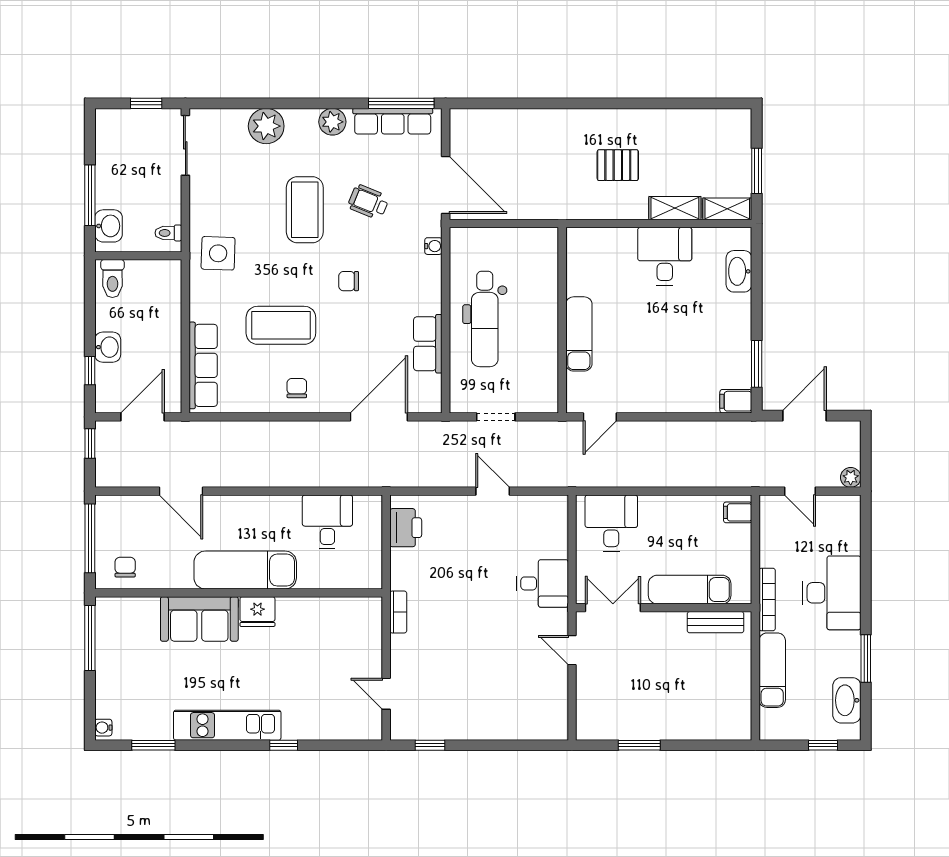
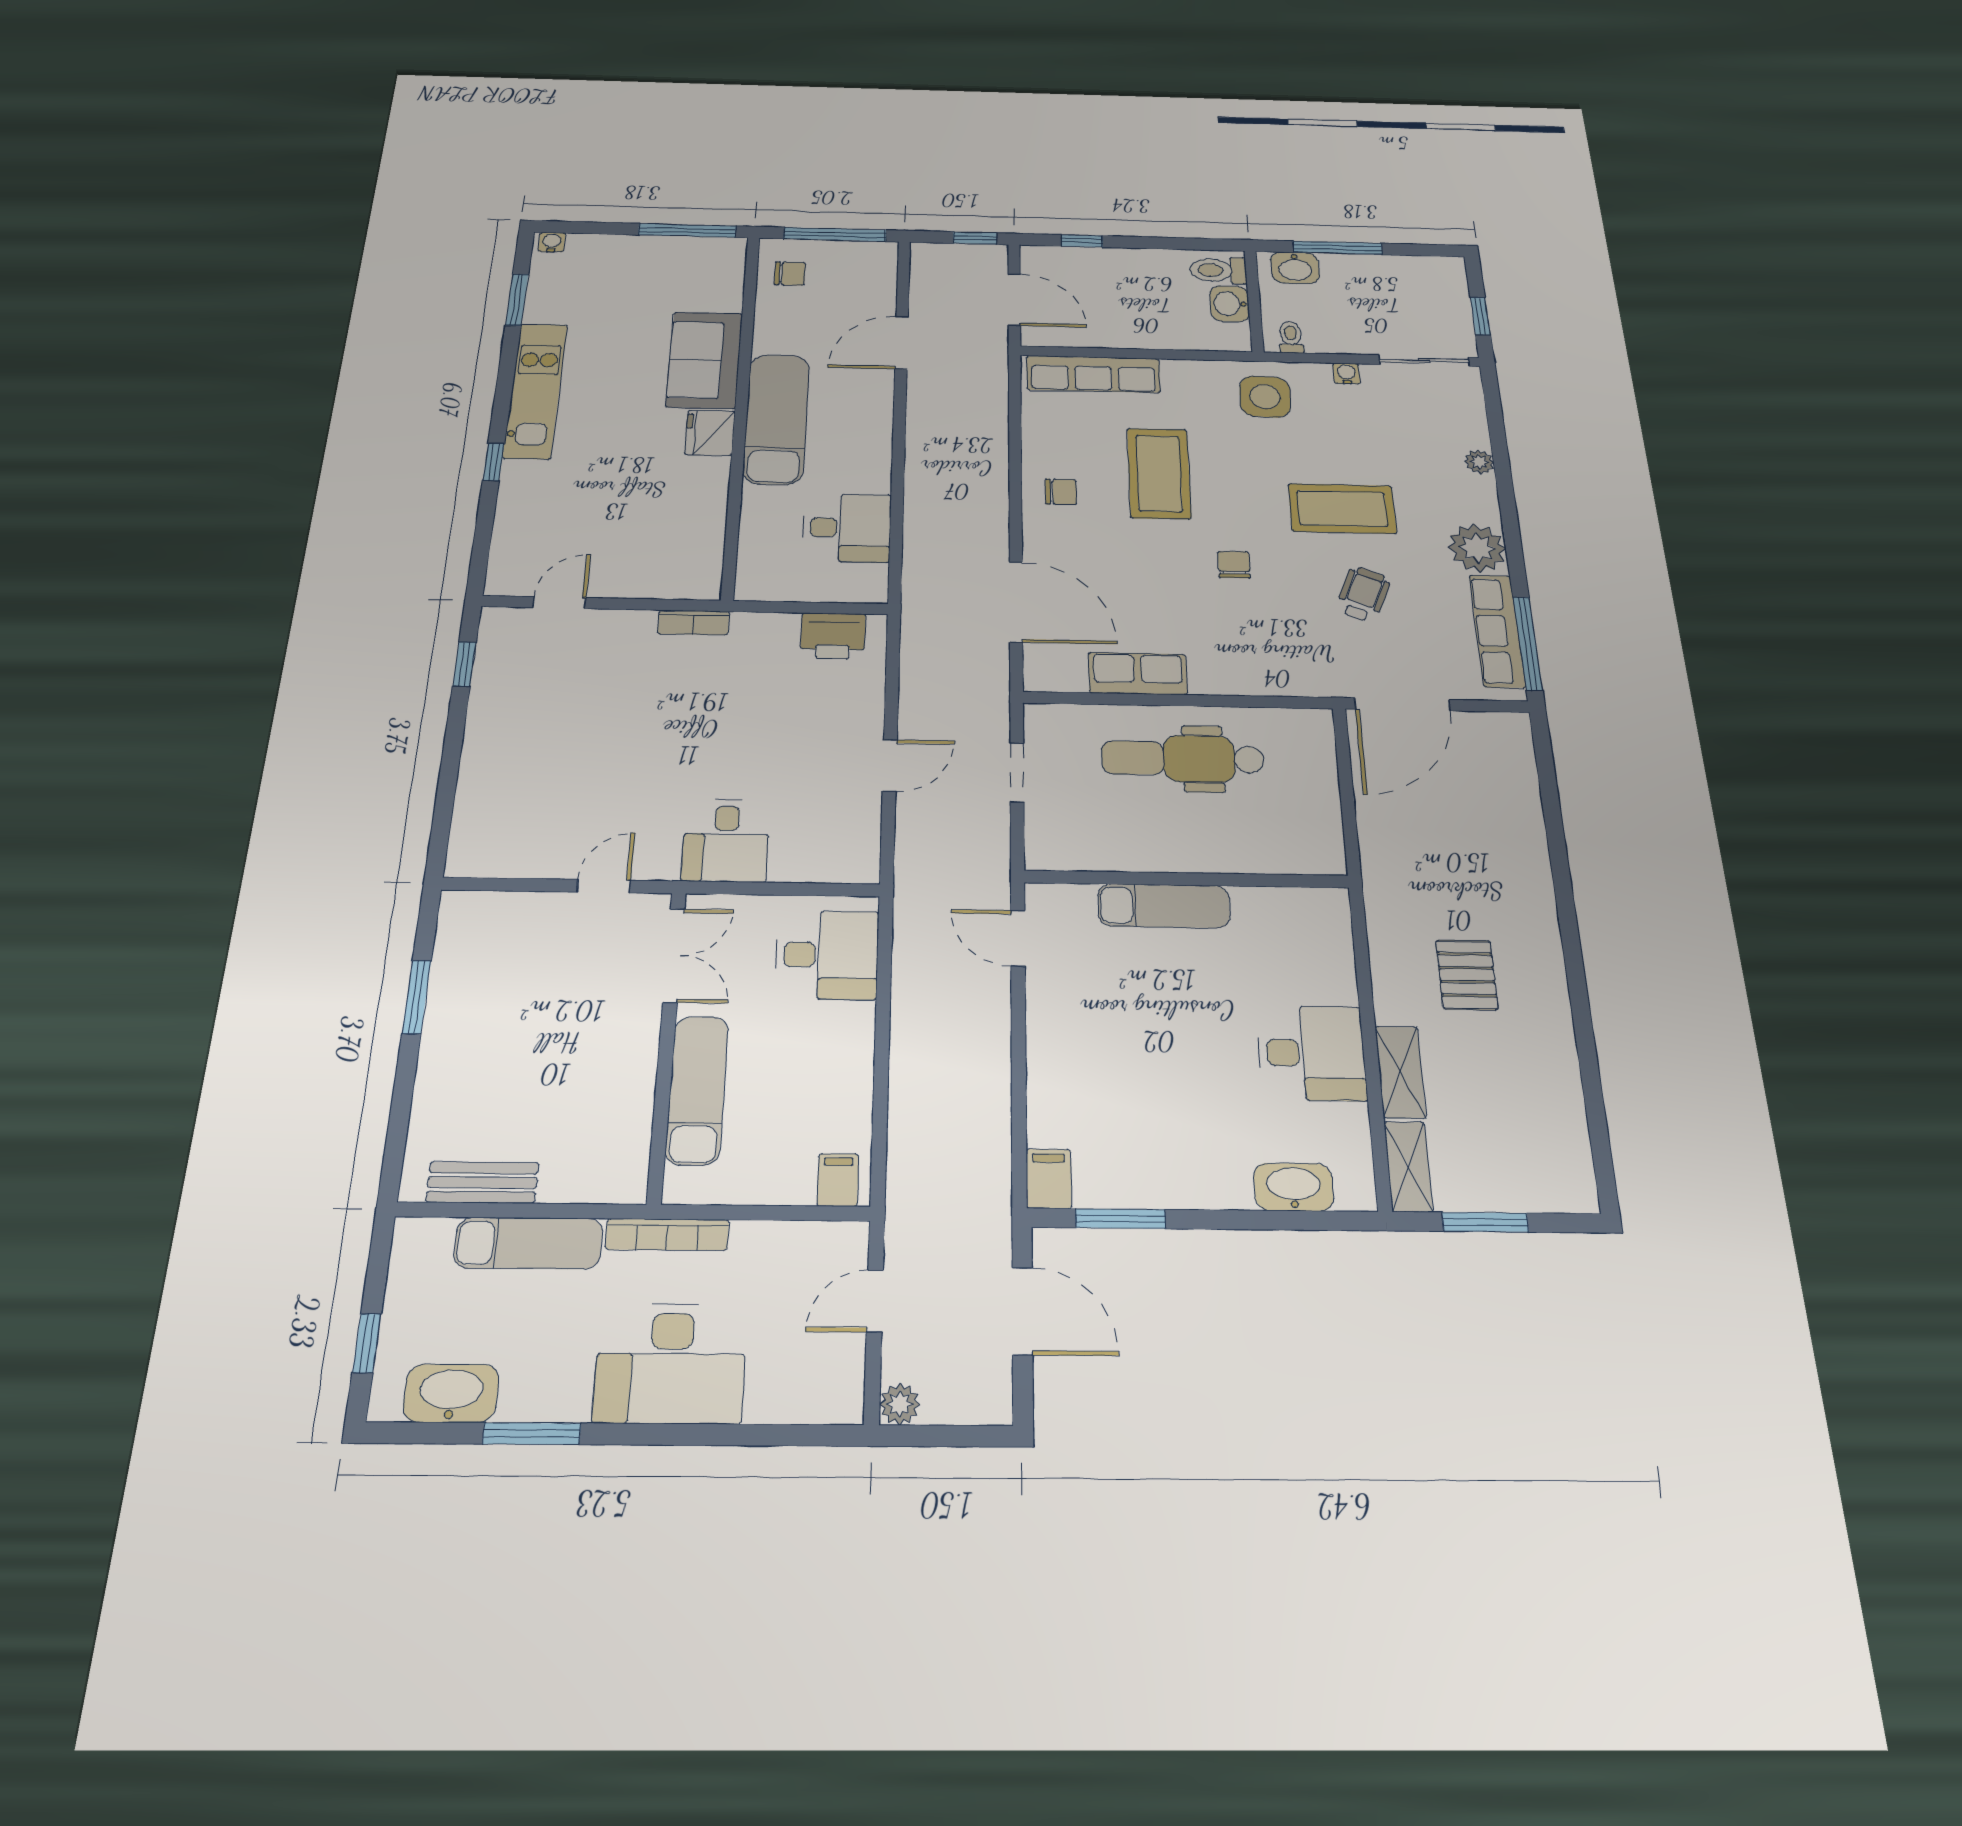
plant: (332, 122) -> (1477, 548), width x1.36, depth x1.36
plant: (266, 126) -> (1479, 462), width x0.53, depth x0.53
water cooler: (433, 246) -> (1346, 374), moved, turned 180
washbasin: (108, 347) -> (1230, 304), moved, turned 90
bench: (715, 622) -> (482, 1182), moved, turned 90

